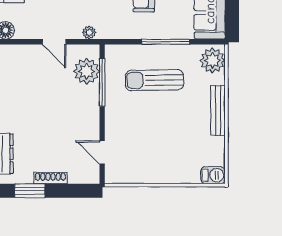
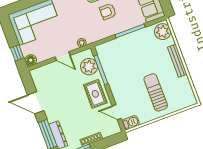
sun lounger: (154, 80) -> (156, 92), moved, turned 91
rug: (81, 114) -> (95, 94), added
barbecue: (213, 175) -> (131, 123), moved

